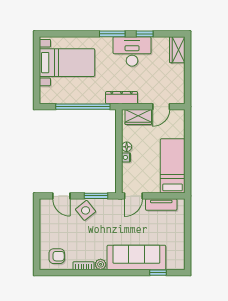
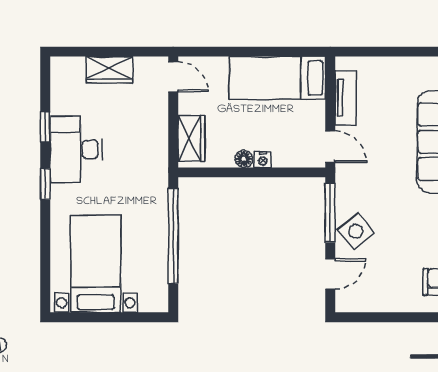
window: (112, 34) -> (45, 184), width x0.67
wardrobe: (177, 50) -> (109, 70), moved
dresser: (122, 98) -> (157, 168), removed
door: (161, 107) -> (173, 77), moved
window: (96, 196) -> (330, 213), width x1.44

